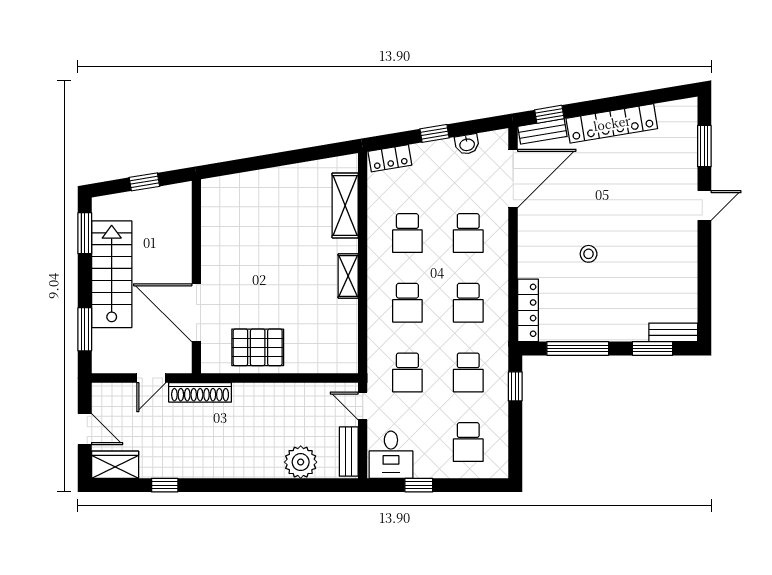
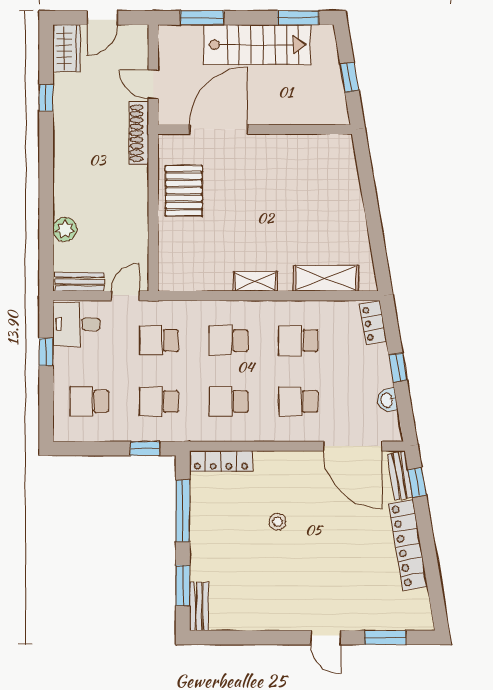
plant: (301, 462) -> (65, 229), width x0.73, depth x0.73

